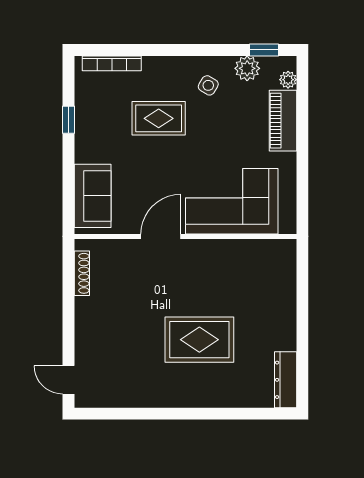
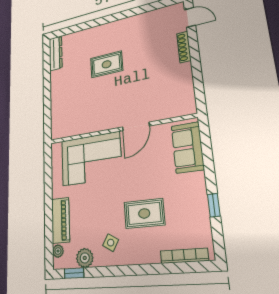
shoe rack: (82, 273) -> (184, 47), moved
rug: (199, 340) -> (107, 64), width x0.73, depth x0.70

